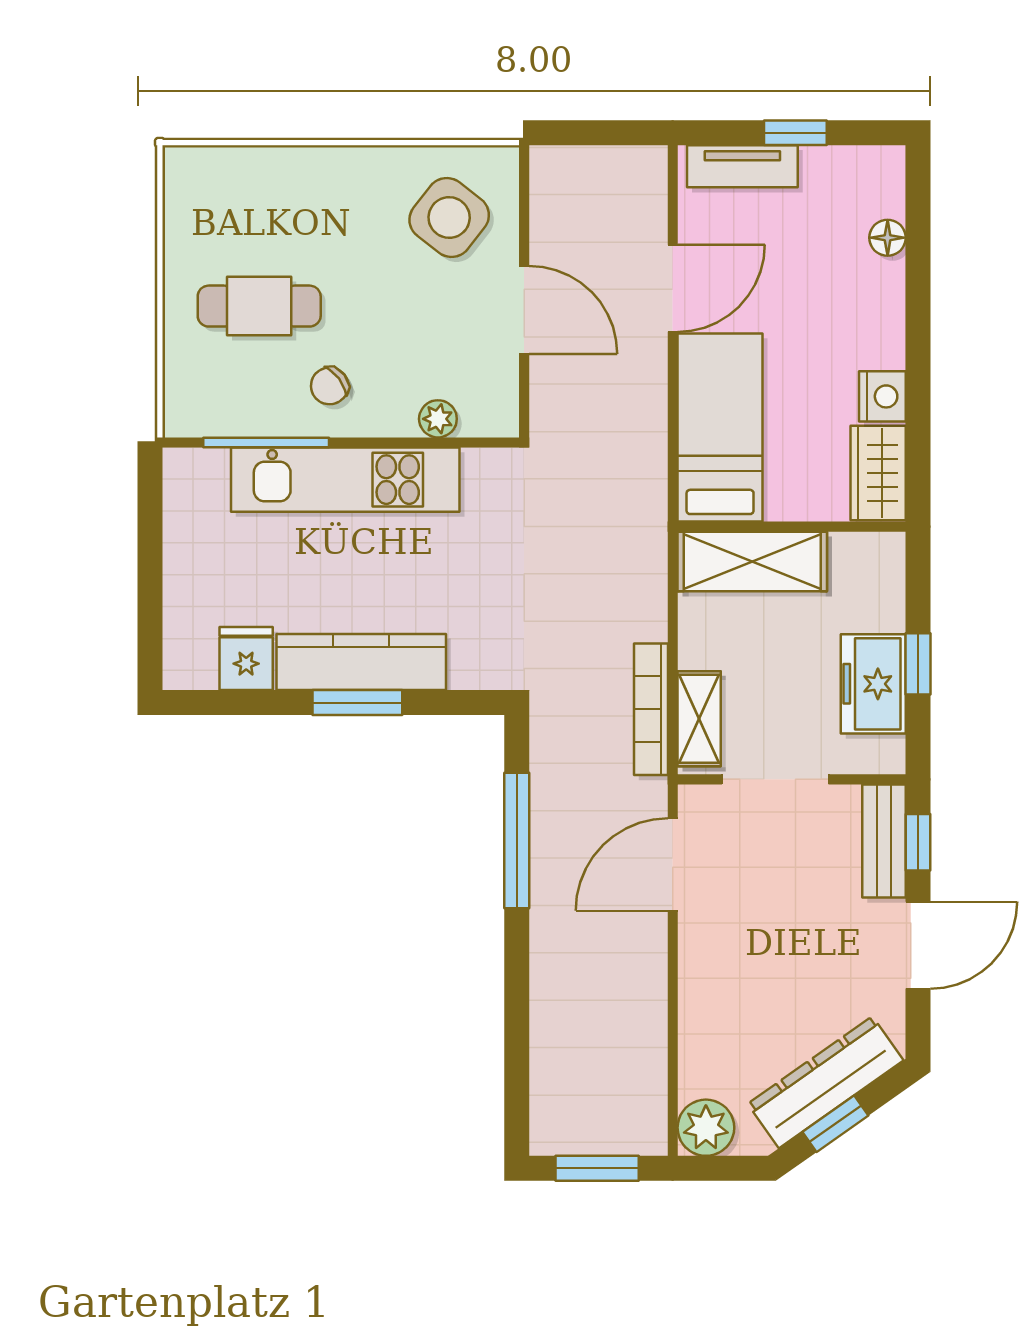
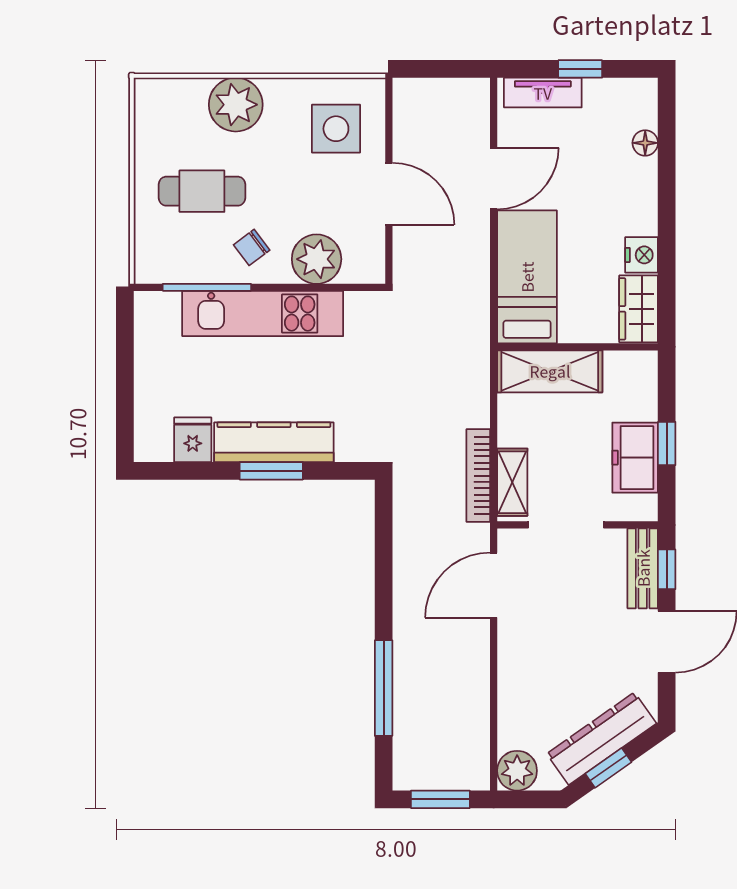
plant: (307, 183) -> (236, 105), added
side table: (449, 217) -> (336, 129), turned -38
plant: (438, 419) -> (317, 259), width x1.88, depth x1.88
window: (517, 840) -> (384, 688), moved

